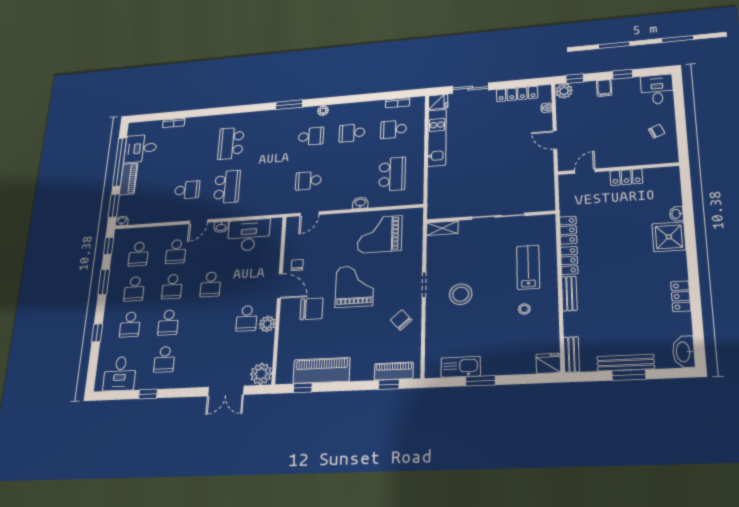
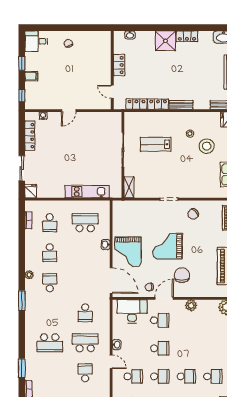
plant: (564, 91) -> (31, 103), removed
window: (201, 113) -> (22, 368), added
kitchen unit: (437, 138) -> (87, 192), moved
wall: (618, 169) -> (112, 70), moved
door: (585, 171) -> (112, 92), moved
locker: (626, 177) -> (119, 65), moved
school desk: (308, 181) -> (85, 313), moved
door: (310, 214) -> (111, 280), width x1.87
grand piano: (380, 234) -> (128, 252), moved
desk: (249, 235) -> (132, 311), moved, turned 90
shower: (669, 237) -> (165, 41), moved
lab bench: (528, 267) -> (156, 144), moved
stool: (461, 294) -> (207, 146), moved
school desk: (247, 318) -> (160, 320), moved

